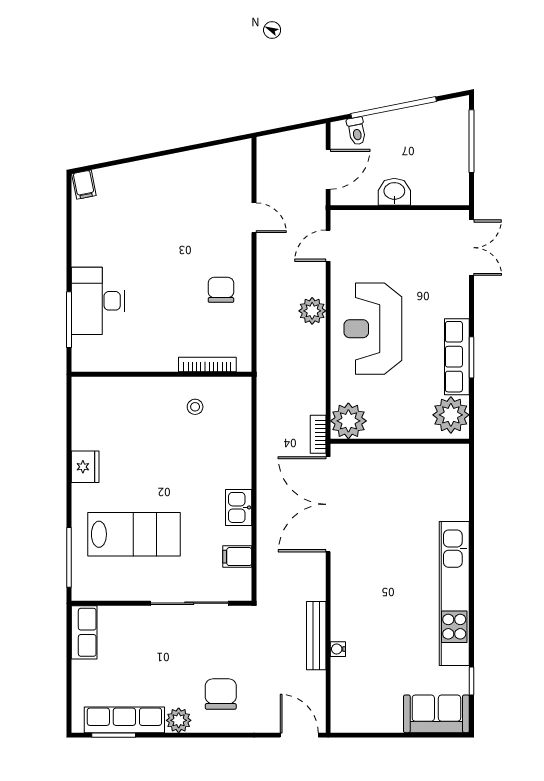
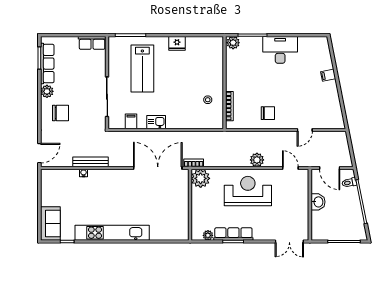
filing cabinet: (84, 185) -> (328, 75), moved
desk: (98, 301) -> (280, 50), moved
plant: (84, 357) -> (233, 43), added
plant: (451, 415) -> (208, 235), width x0.53, depth x0.53

